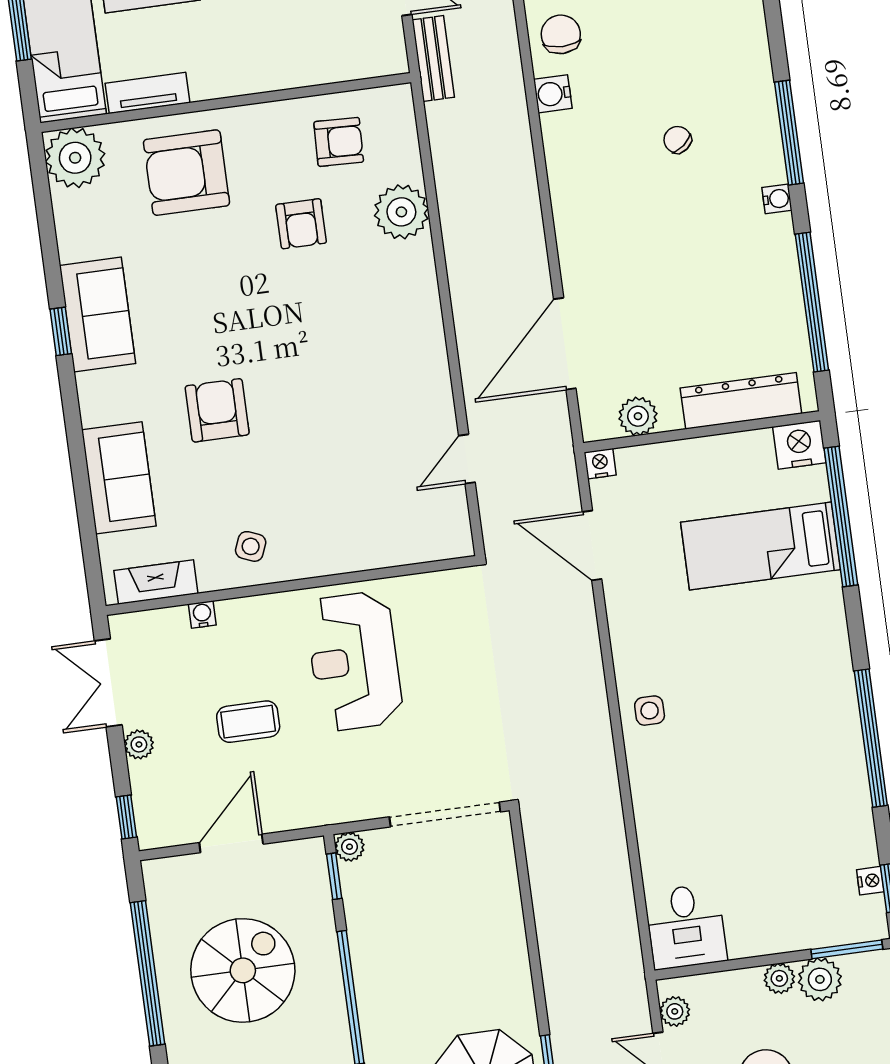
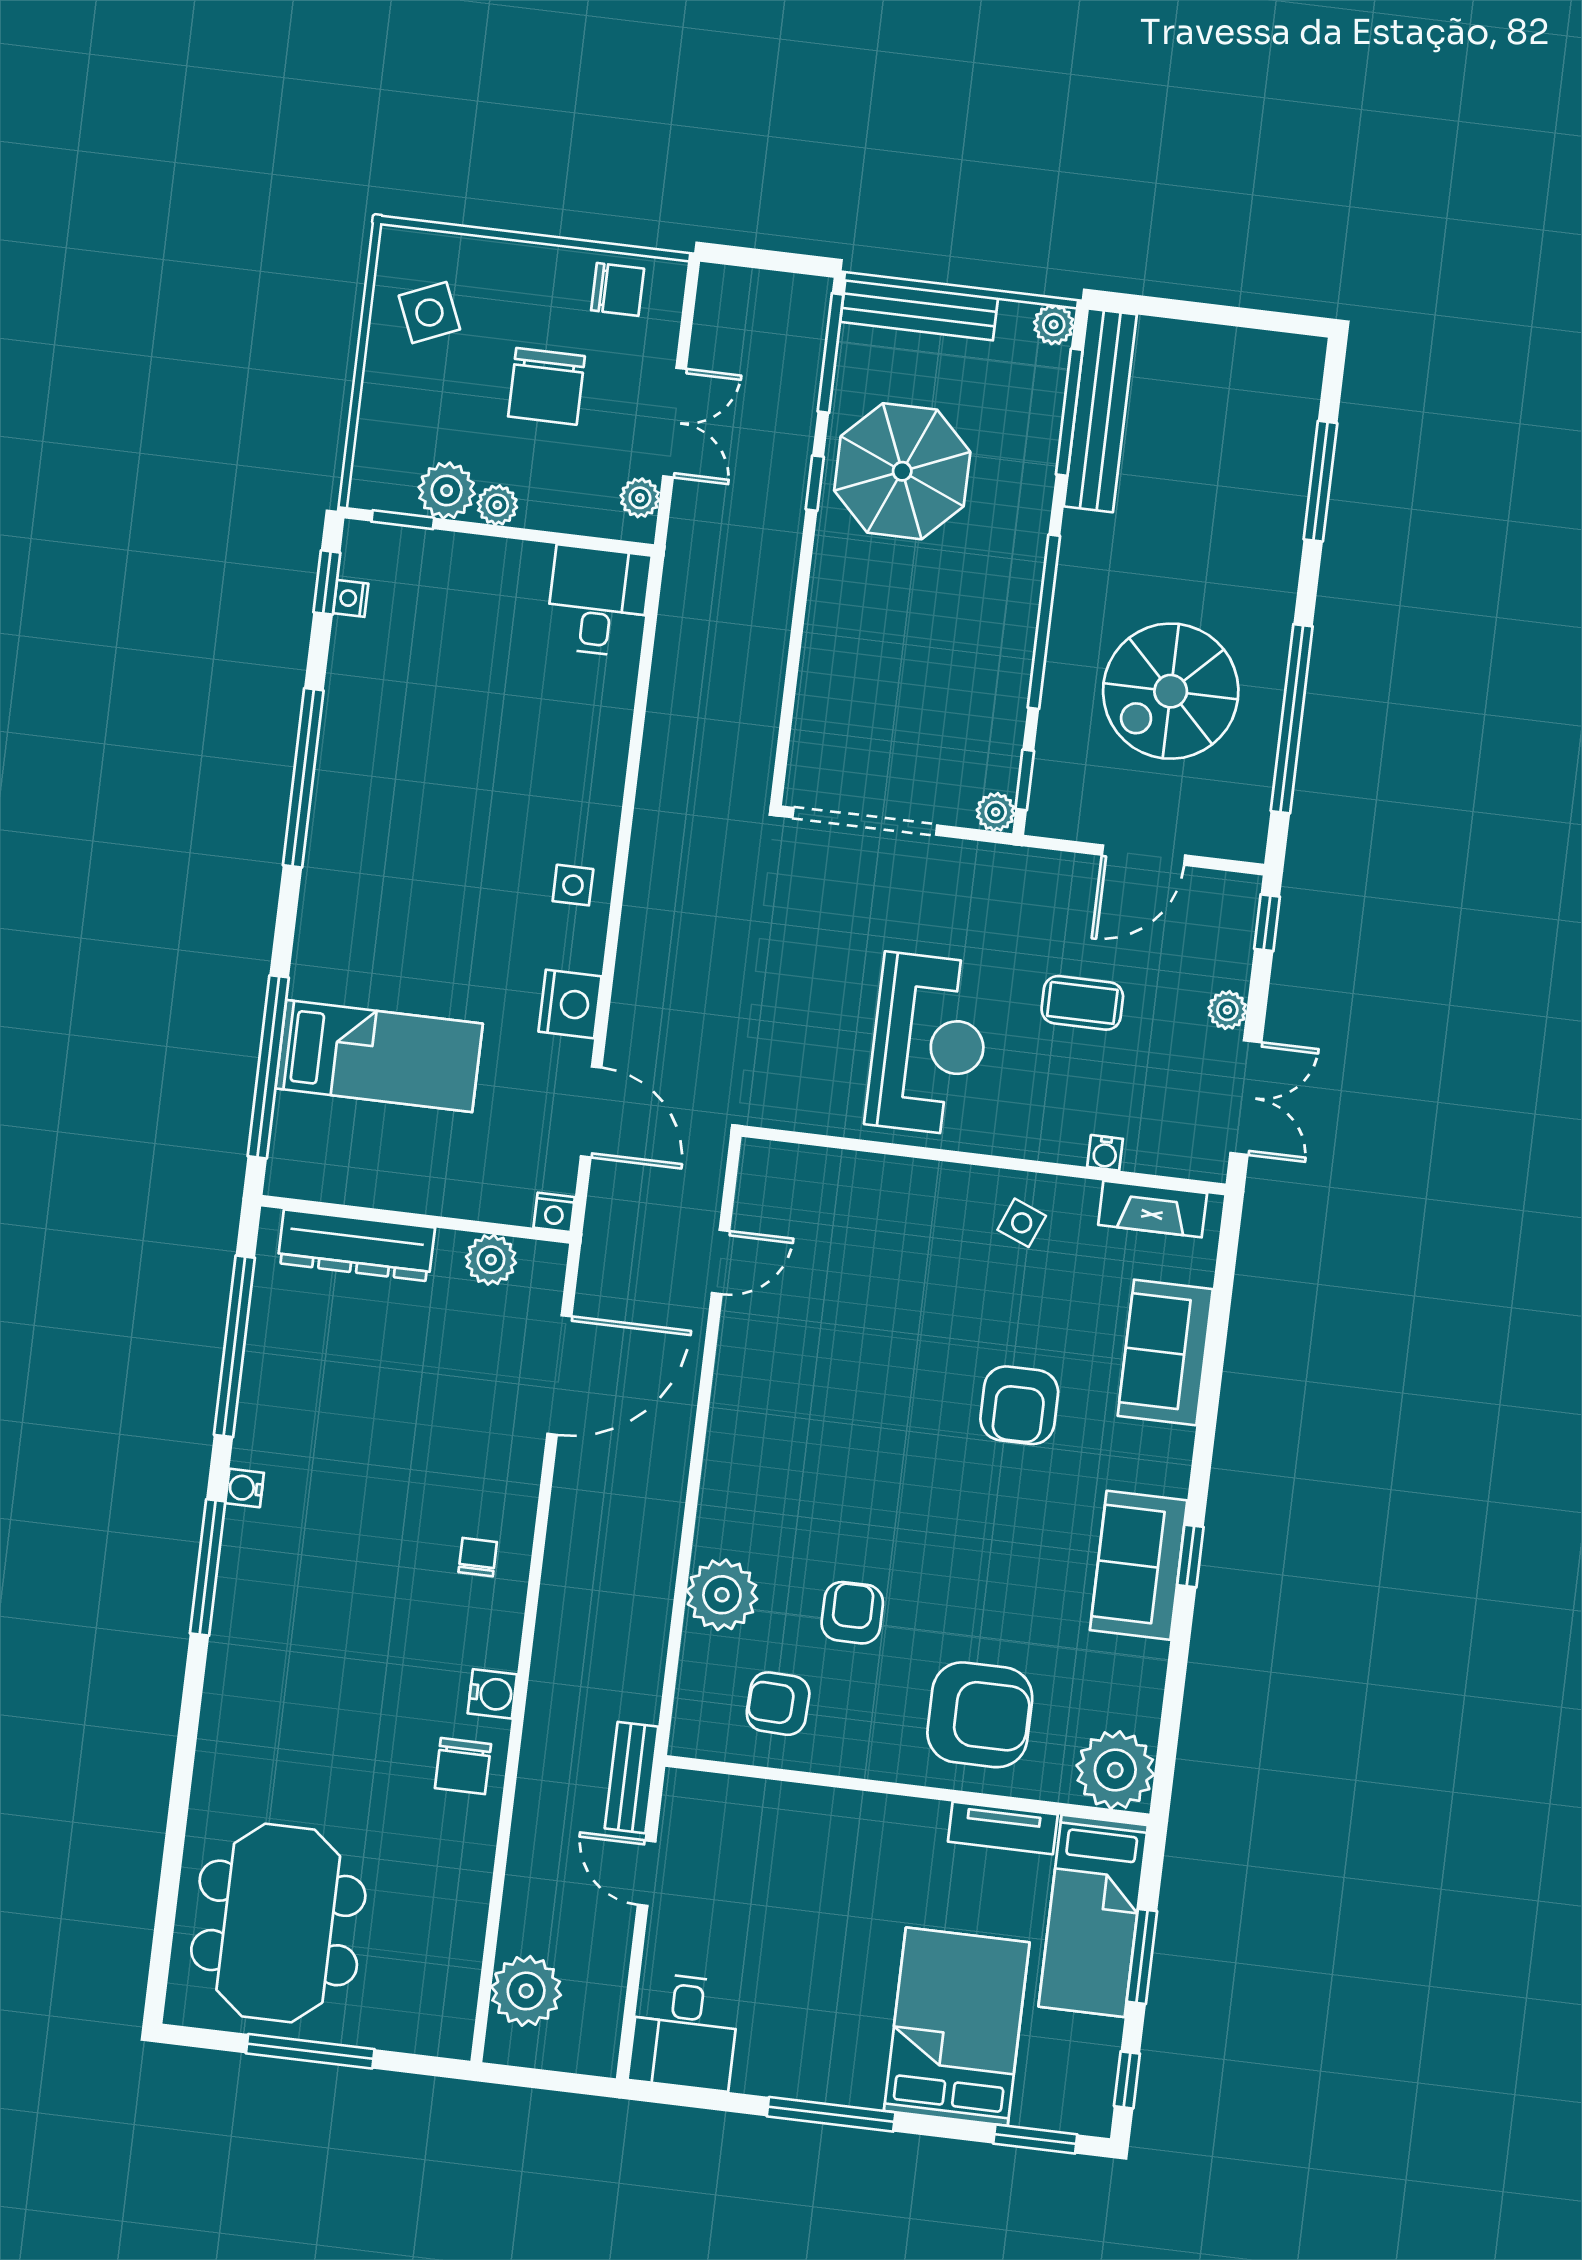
chair: (677, 140) -> (478, 1557), moved, turned -141
nightstand: (799, 445) -> (570, 1004), moved, turned -90
window: (847, 949) -> (403, 520), width x0.67

